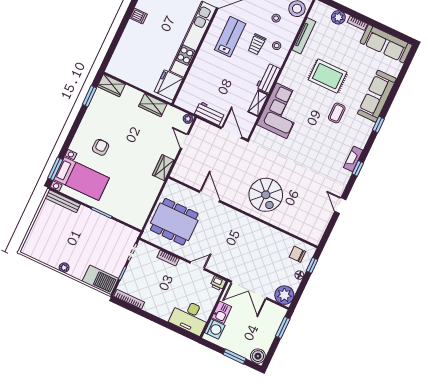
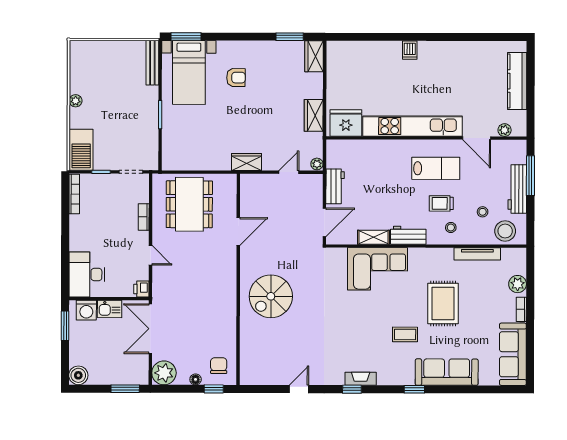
window: (234, 356) -> (65, 326), moved

